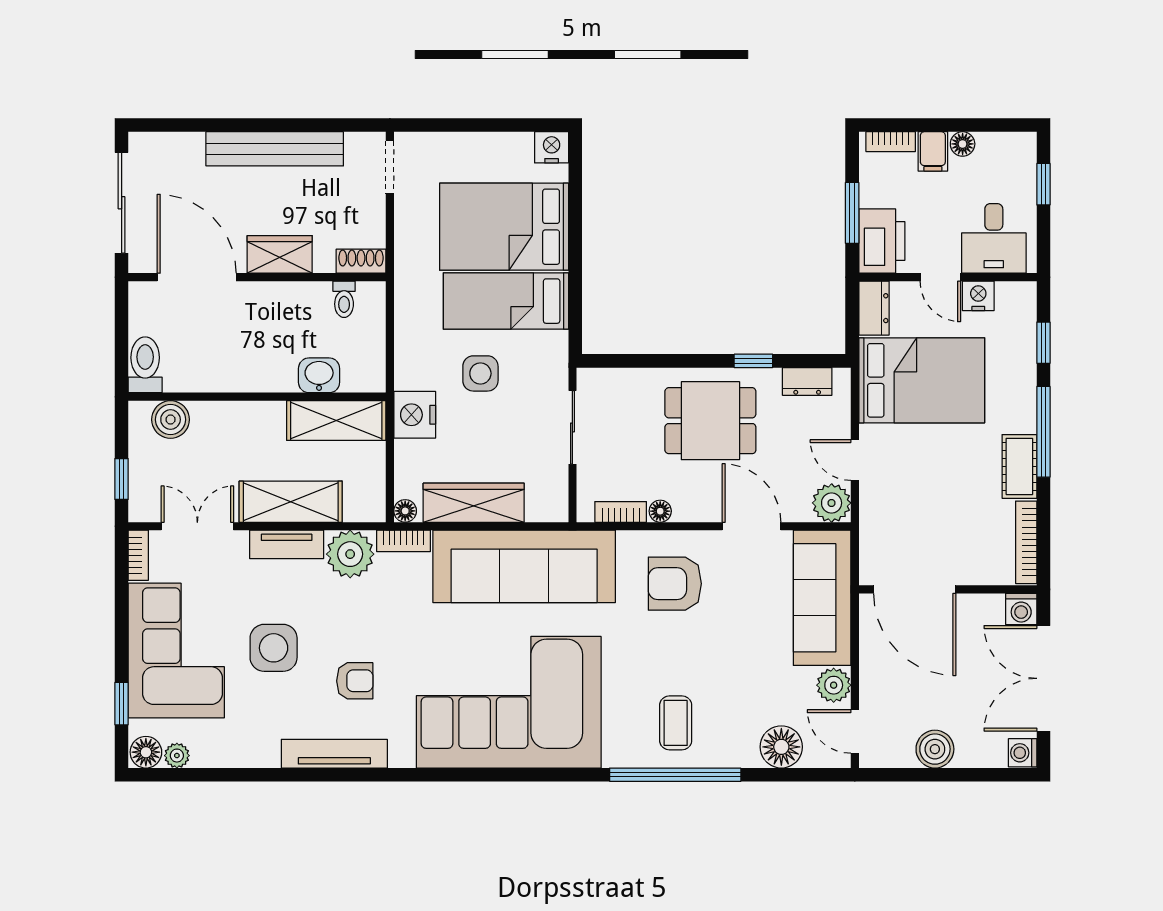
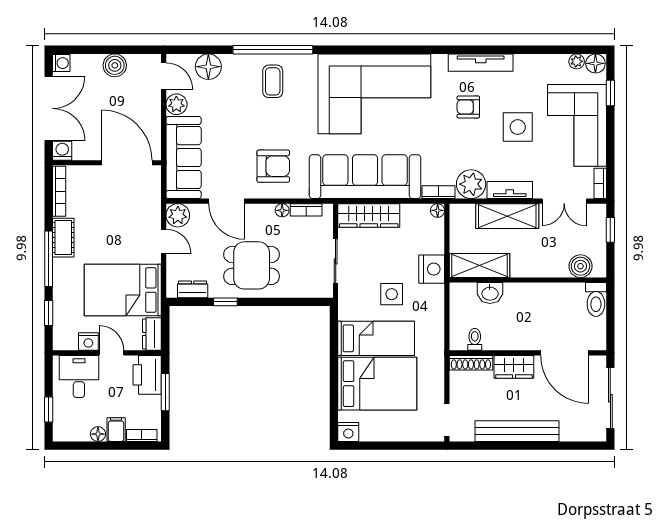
shoe rack: (361, 261) -> (471, 363), width x1.43
wardrobe: (474, 503) -> (369, 215), moved

